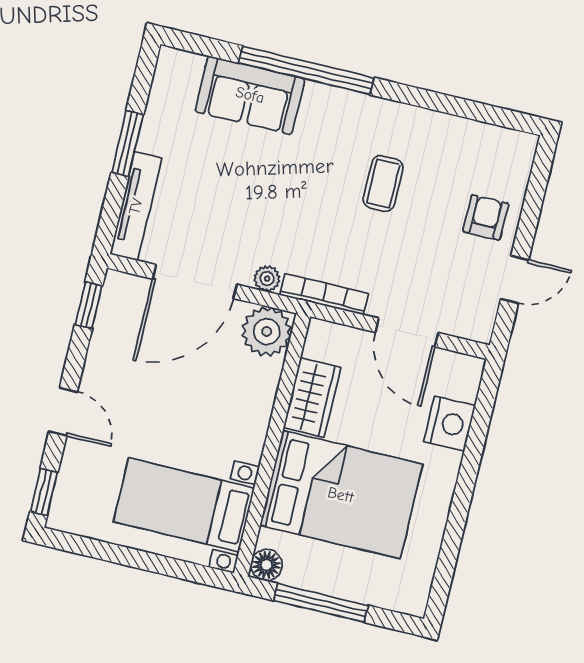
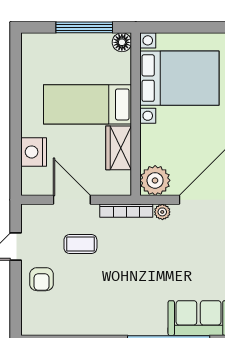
coffee table: (383, 184) -> (80, 244), moved, turned 90
bed: (341, 495) -> (88, 104), width x0.67
bed with nightstands: (184, 505) -> (179, 78), width x1.36

